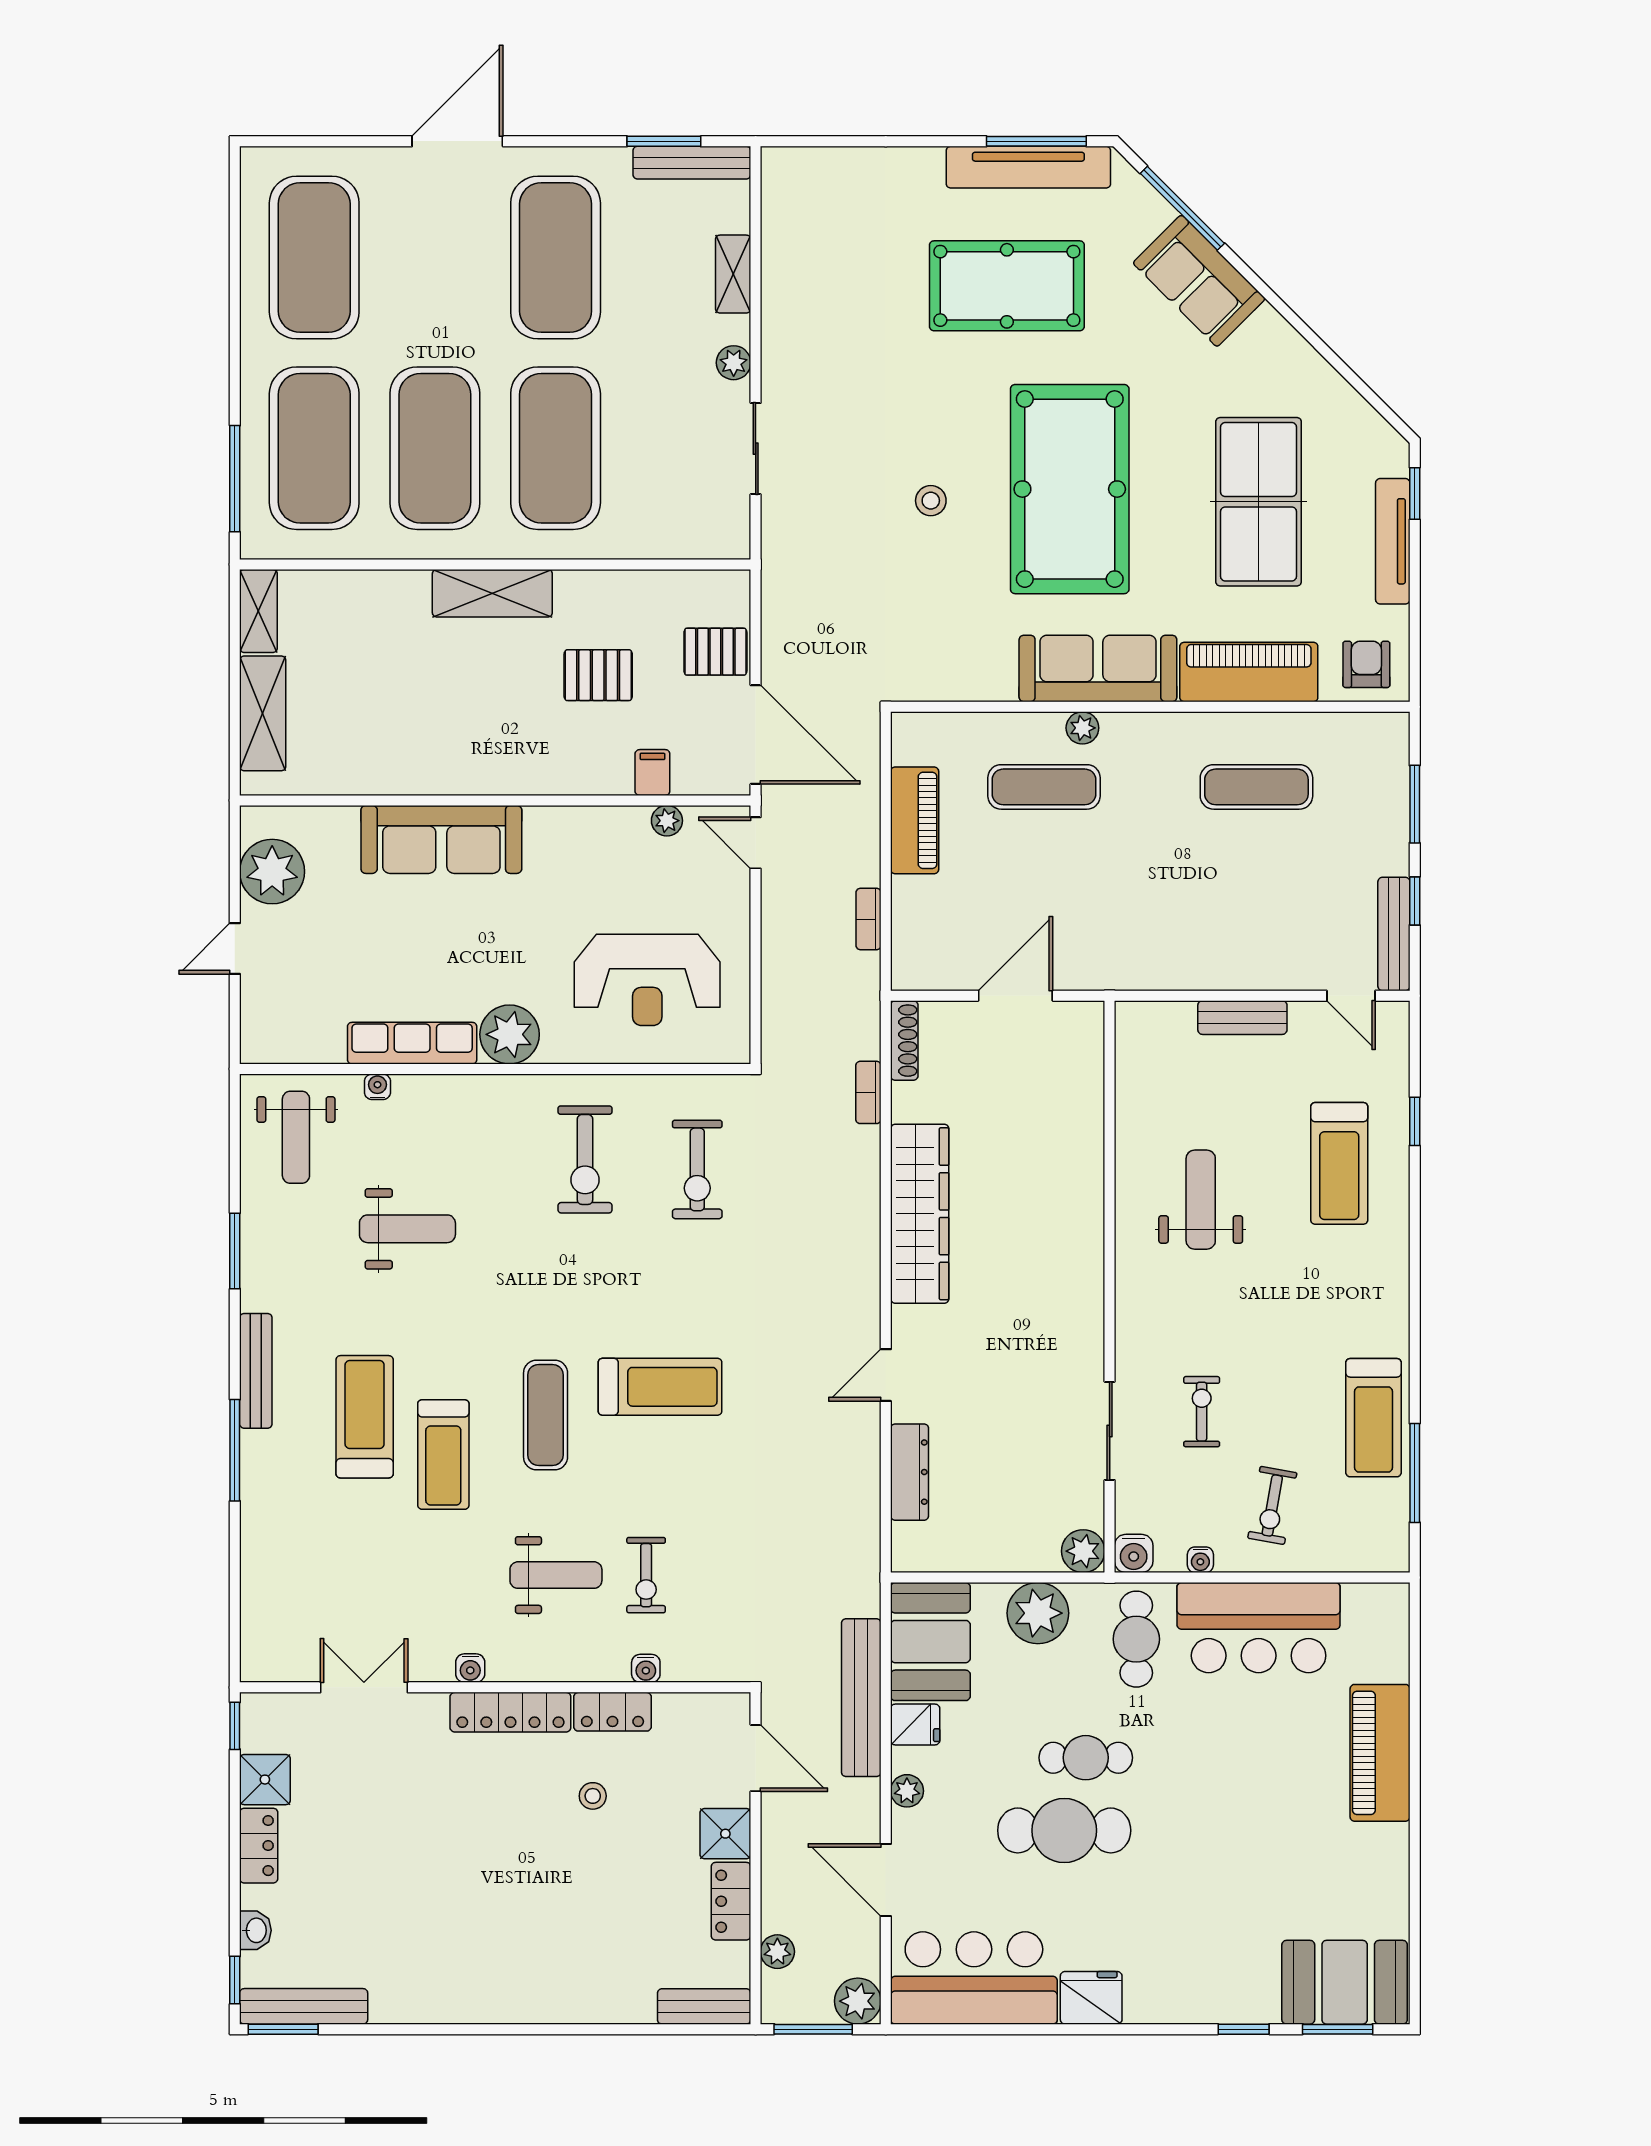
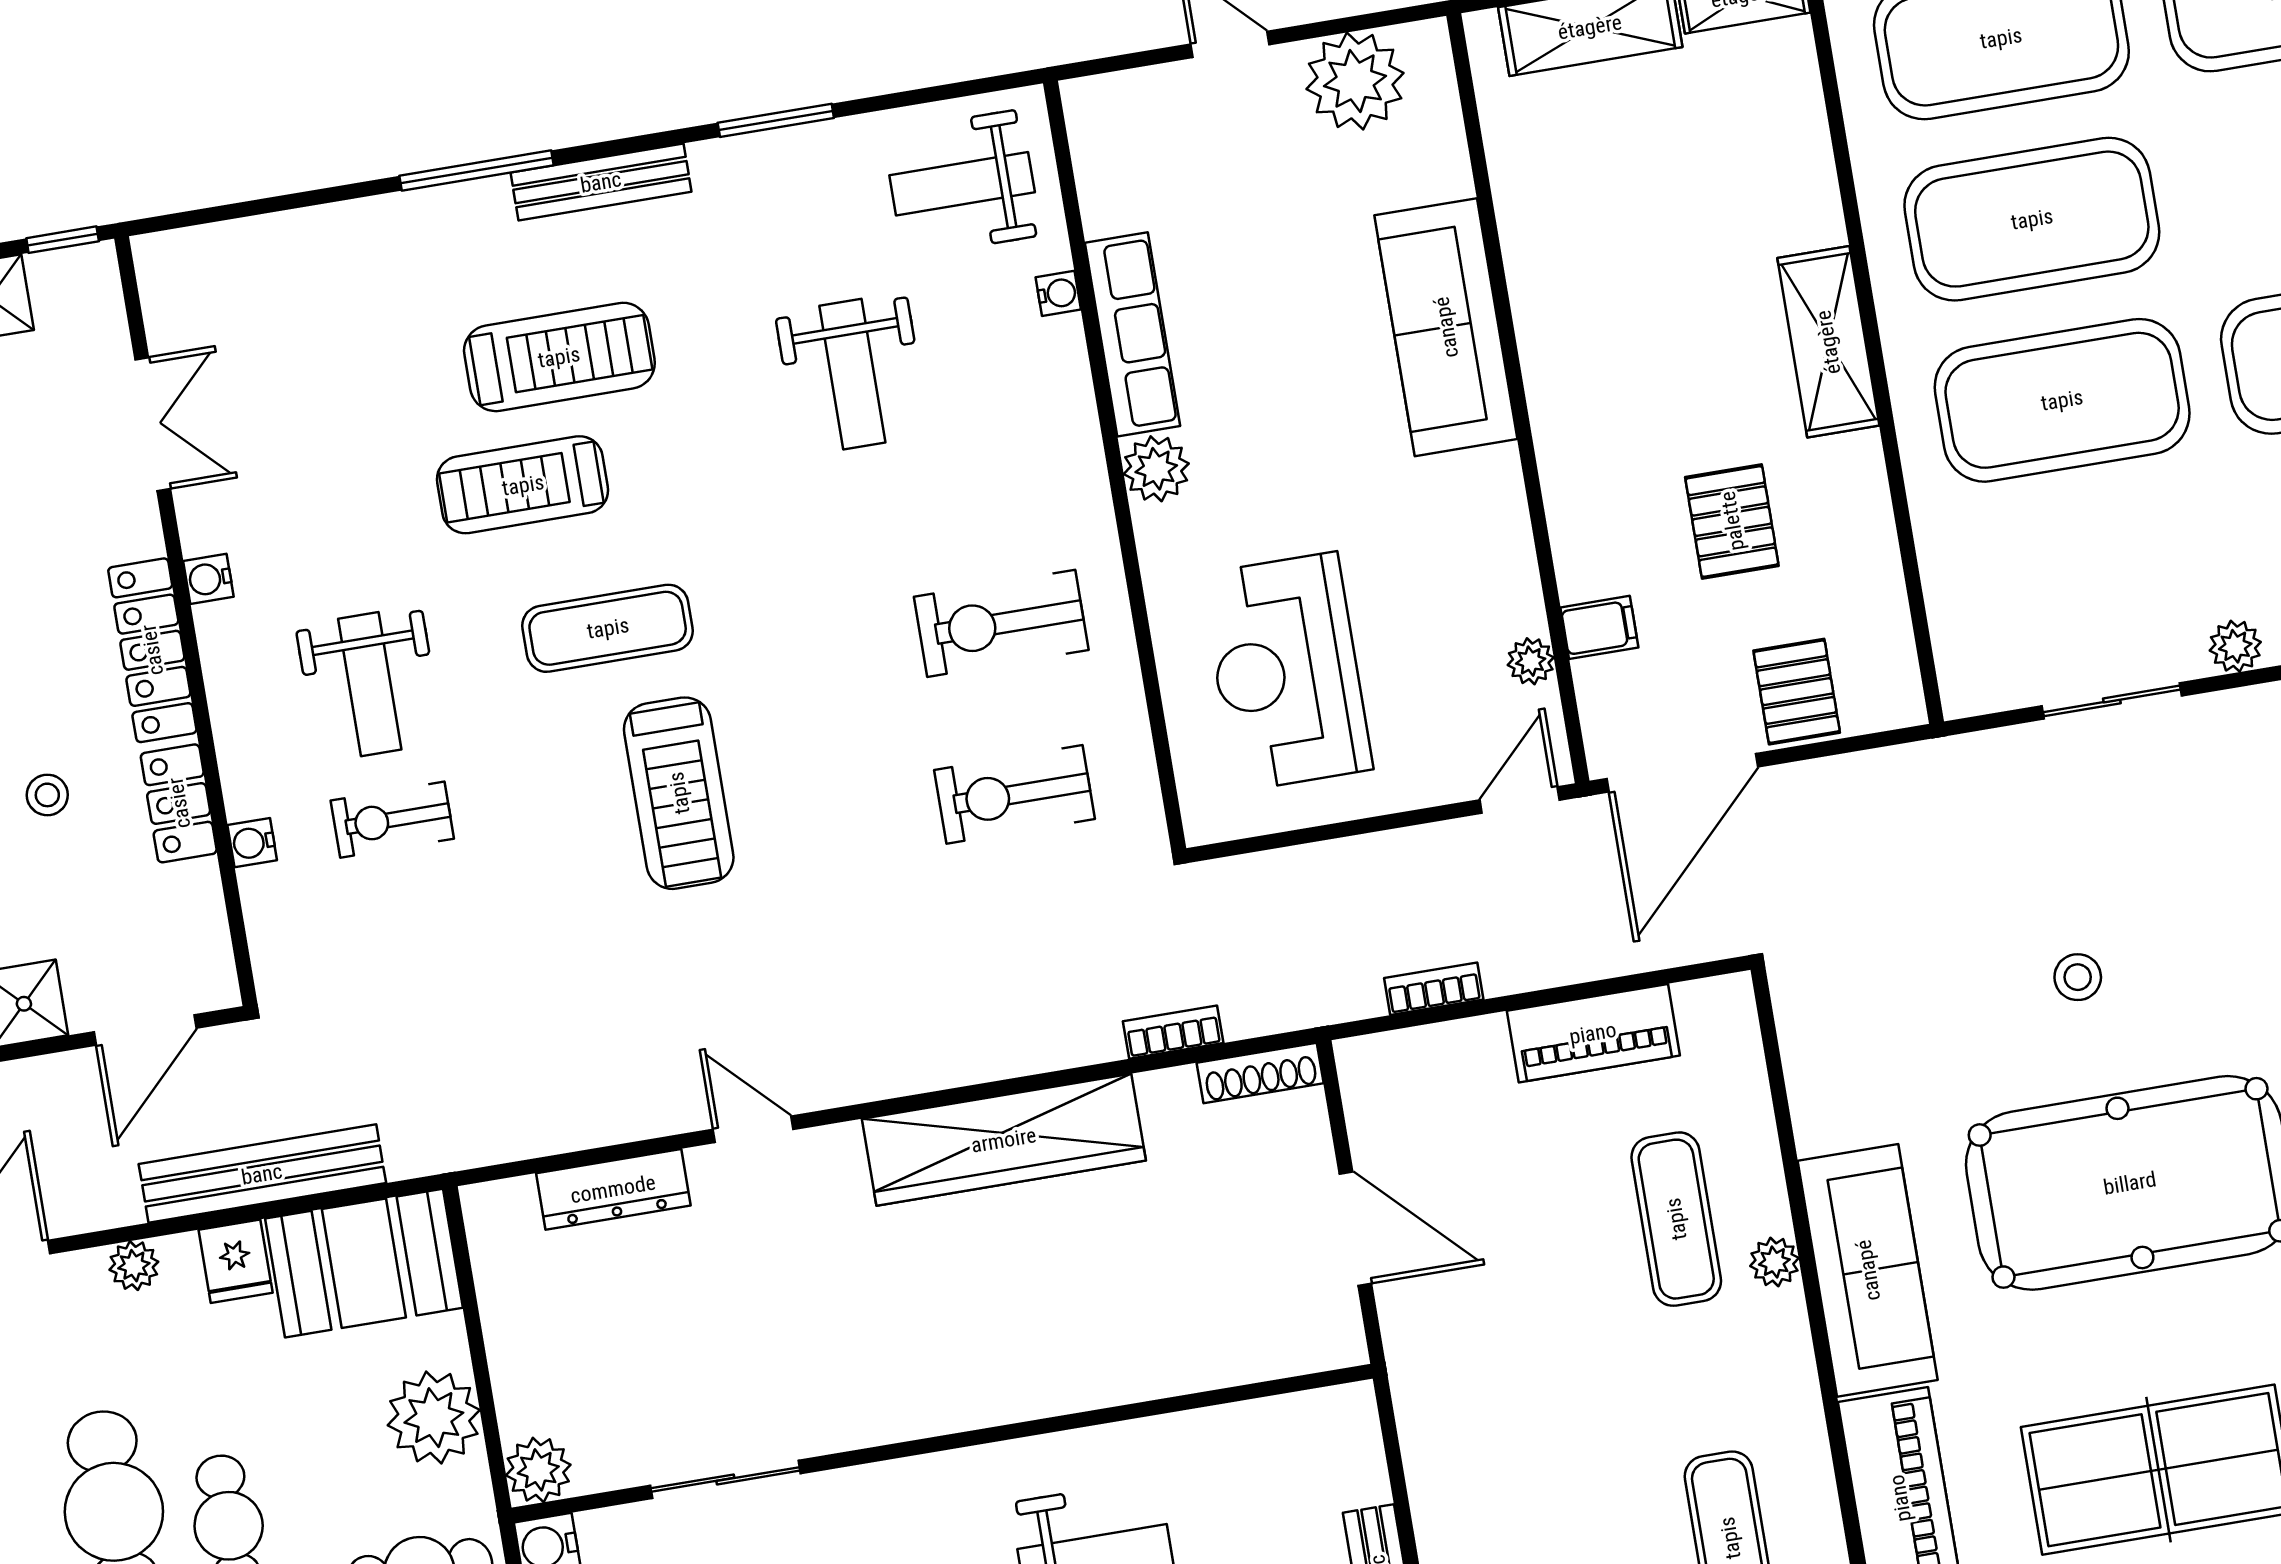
plant: (510, 1034) -> (1156, 469), width x0.73, depth x0.73

